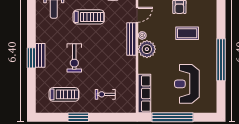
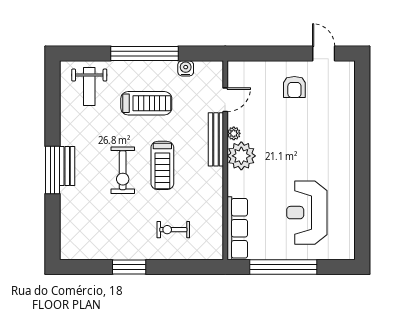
coffee table: (187, 33) -> (307, 130), removed
window: (31, 58) -> (53, 170), width x1.44
window: (221, 60) -> (362, 173), removed
treadmill: (64, 94) -> (162, 165), moved, turned 90

